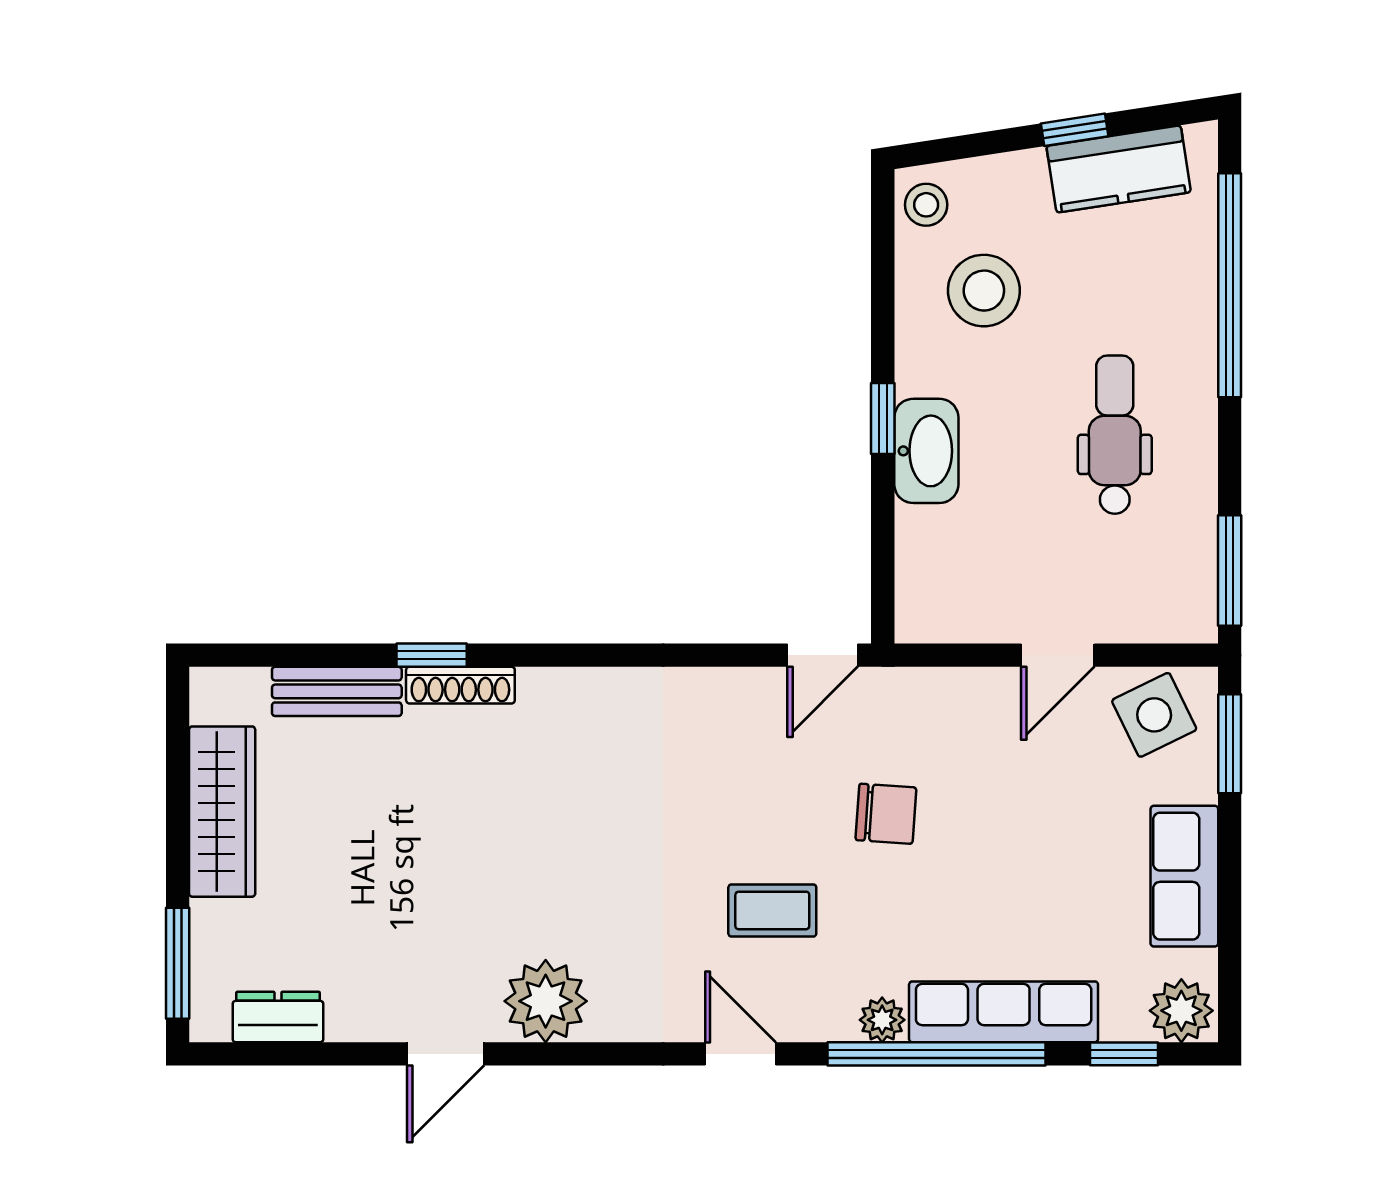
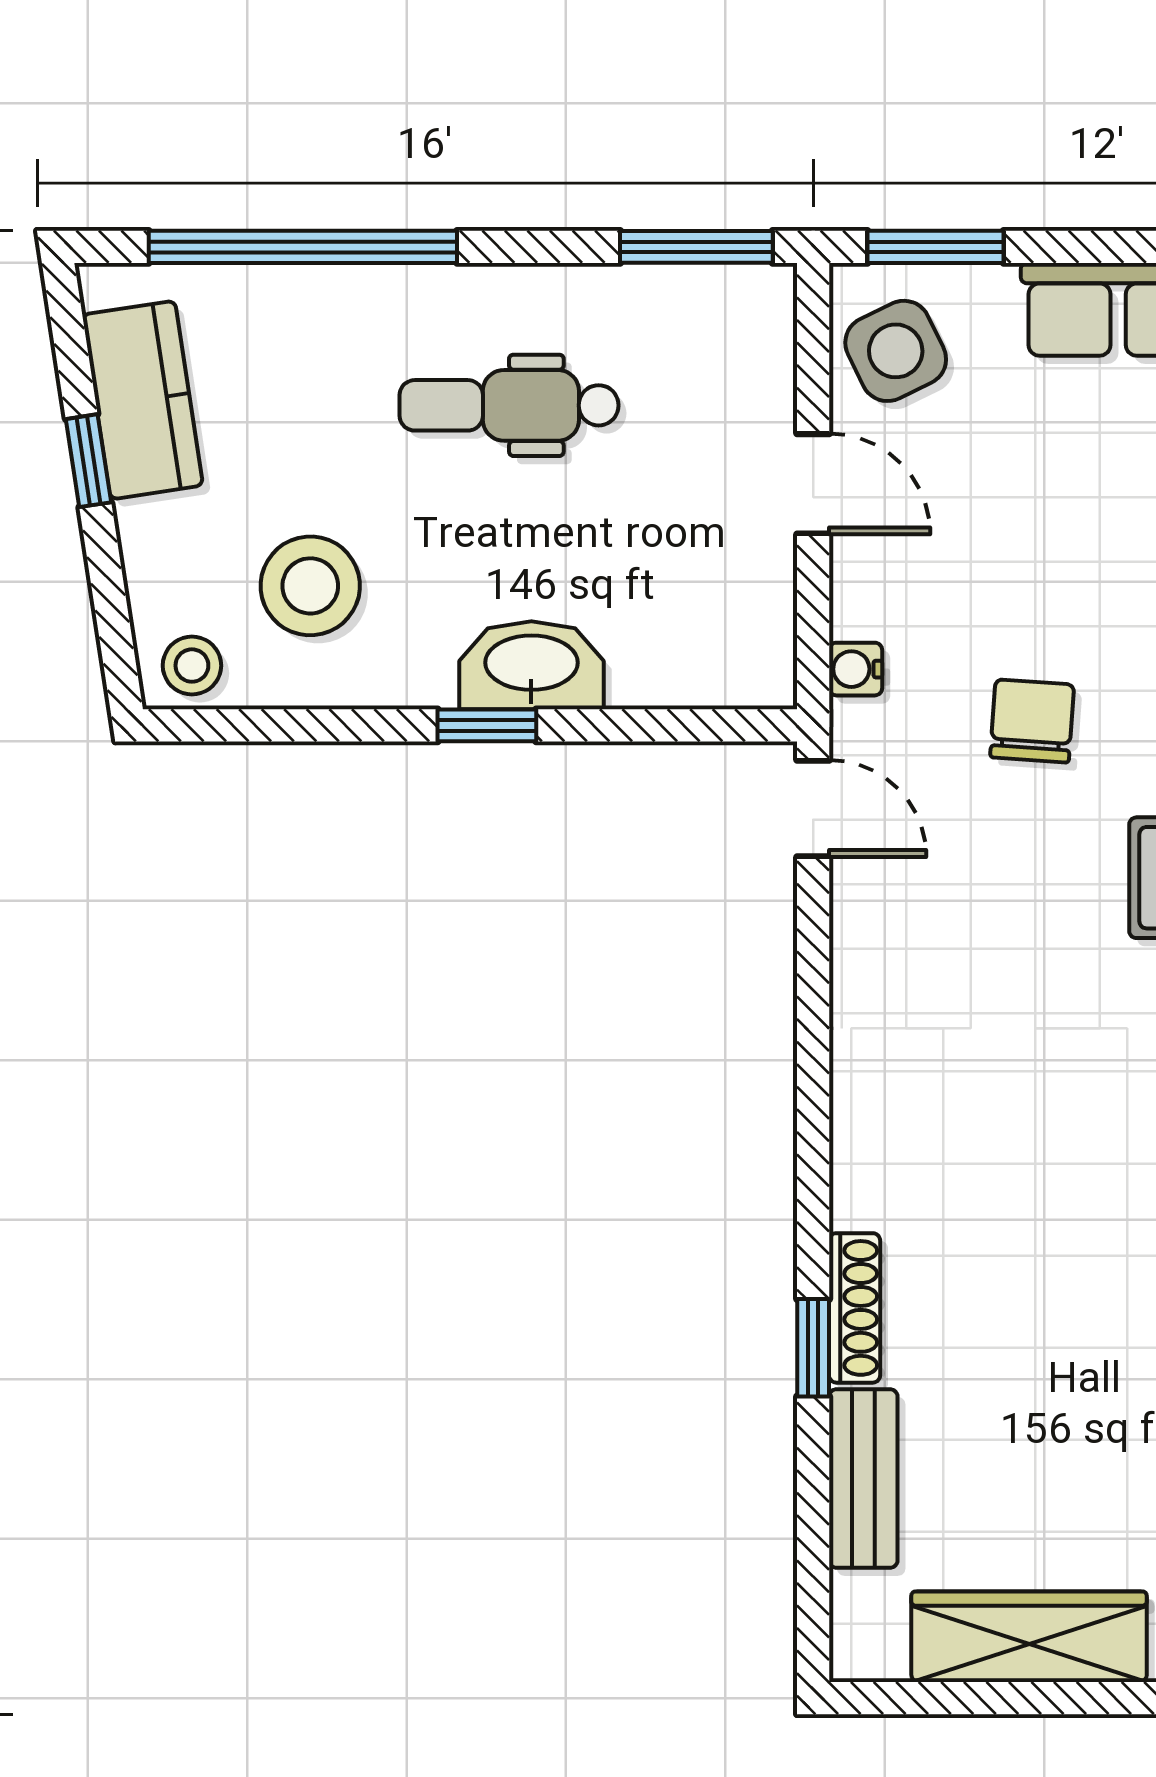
water cooler: (924, 686) -> (856, 669), added

